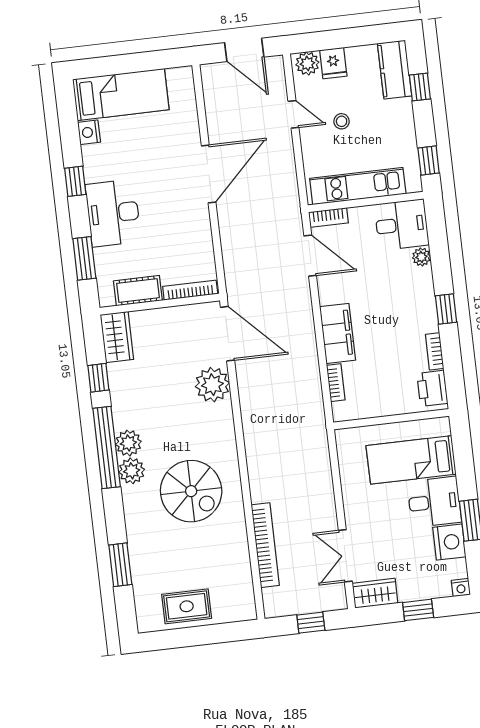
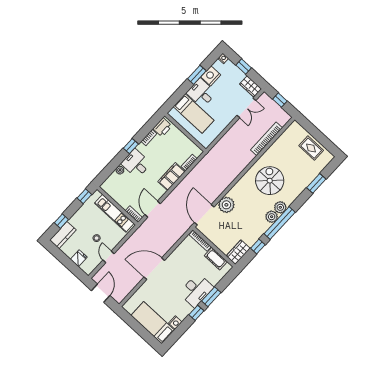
plant: (307, 63) -> (87, 267), removed
desk: (402, 225) -> (136, 164), moved
window: (84, 258) -> (211, 297), moved

